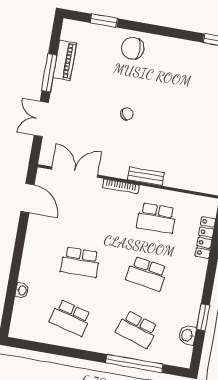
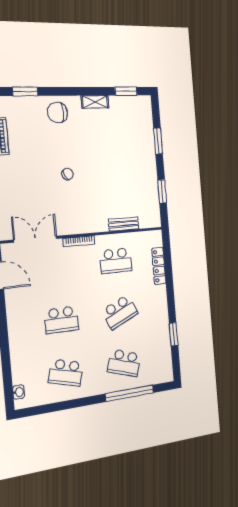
shelving: (178, 45) -> (95, 102), added
bench: (146, 176) -> (124, 224), moved
school desk: (147, 274) -> (120, 312), turned -33
washbasin: (22, 290) -> (19, 392), moved
washbasin: (187, 335) -> (165, 354), removed

